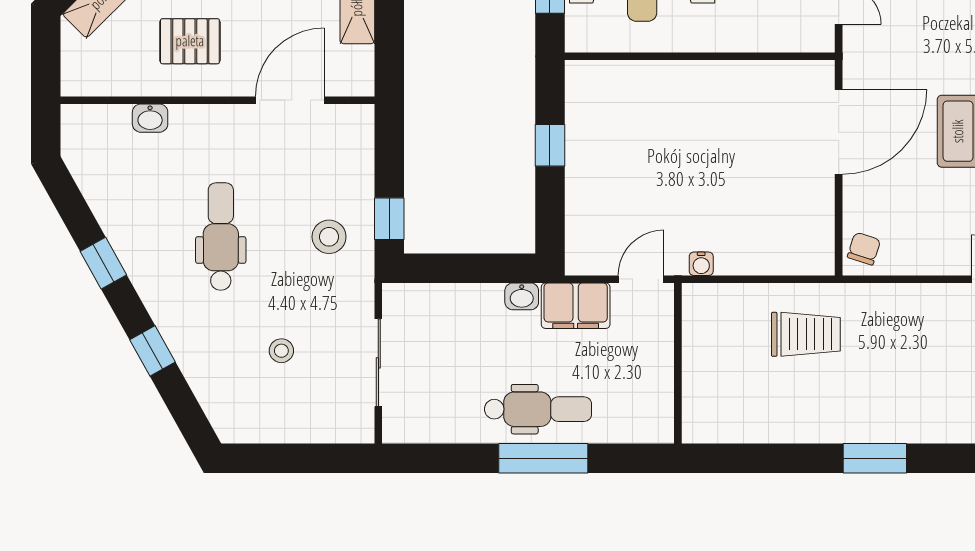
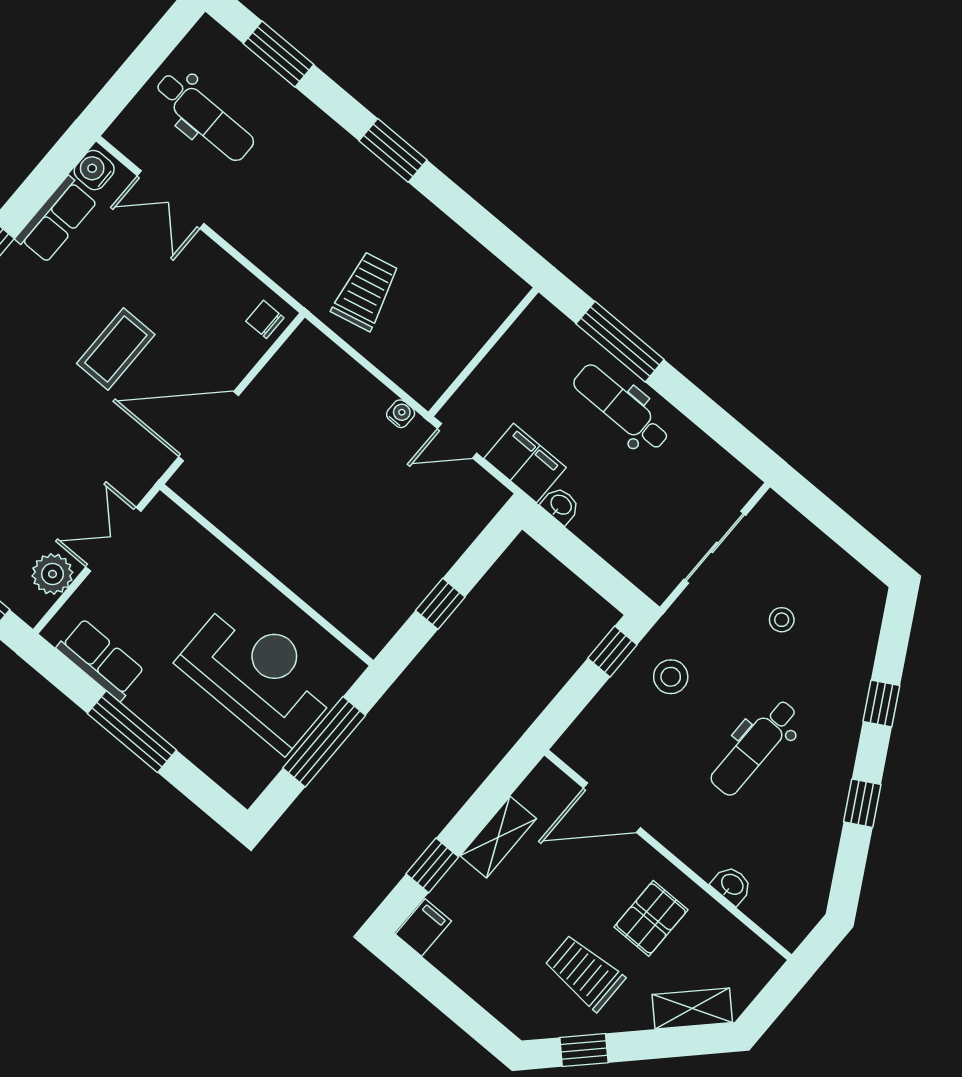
pallet: (190, 41) -> (651, 918), turned 90
chair: (864, 249) -> (265, 319), turned 72
trolley: (806, 334) -> (366, 291), turned 77
window: (543, 458) -> (620, 342), moved

